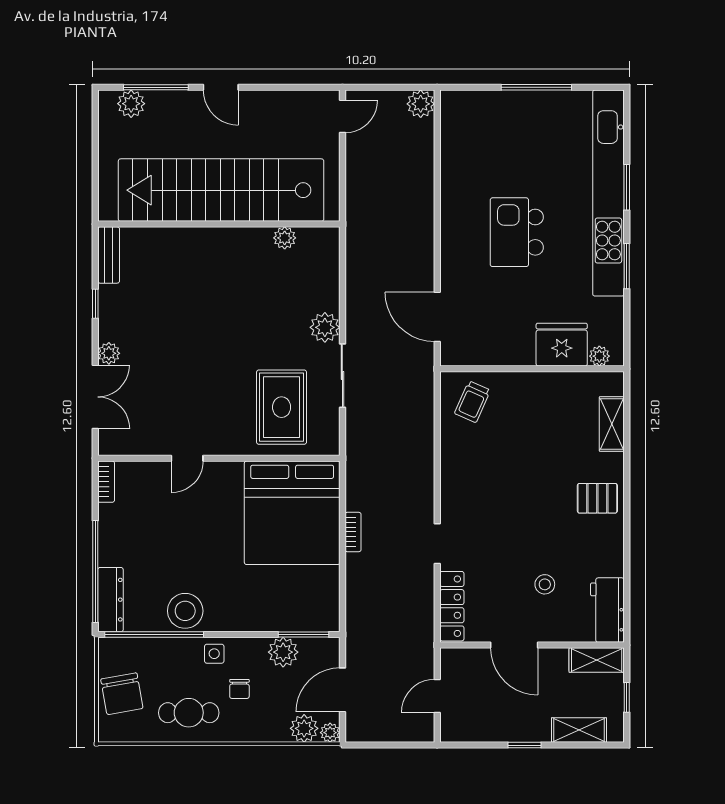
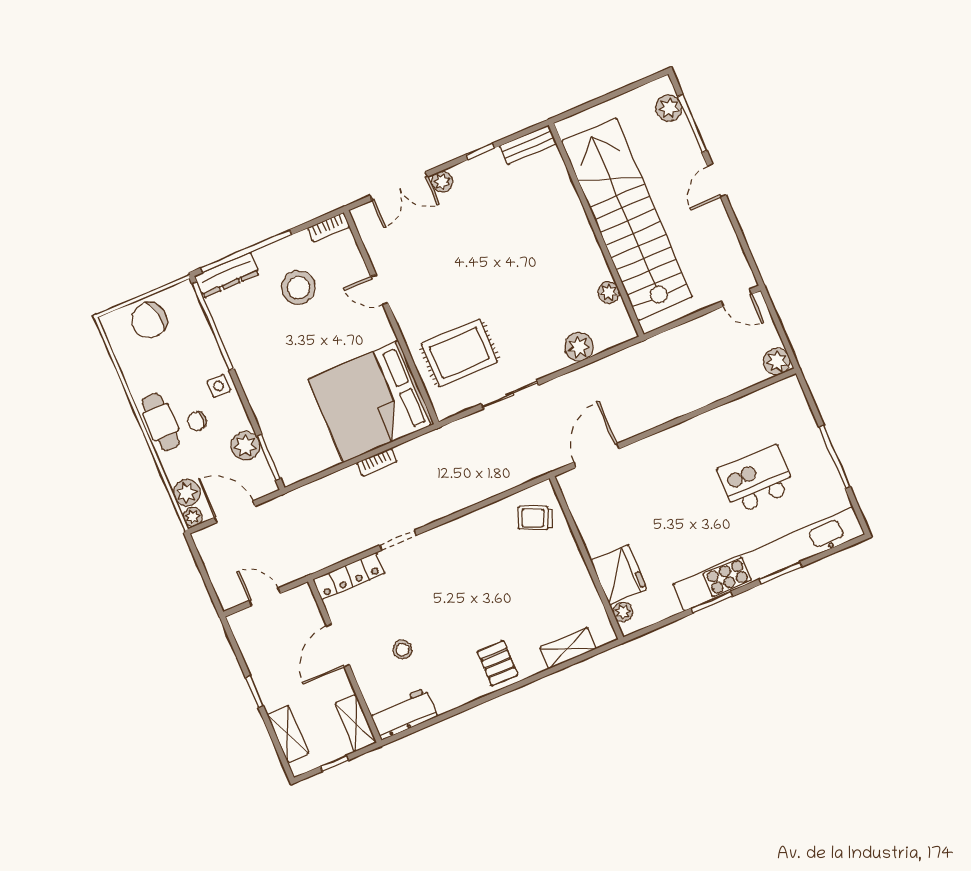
kitchen island: (517, 232) -> (756, 480), moved
plant: (325, 327) -> (579, 347), moved
stool: (185, 611) -> (298, 288), moved
cafe table: (189, 713) -> (161, 422), moved

